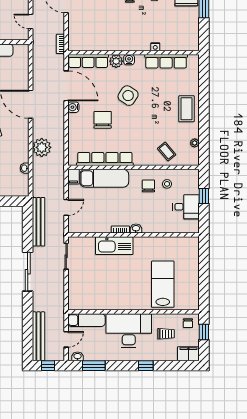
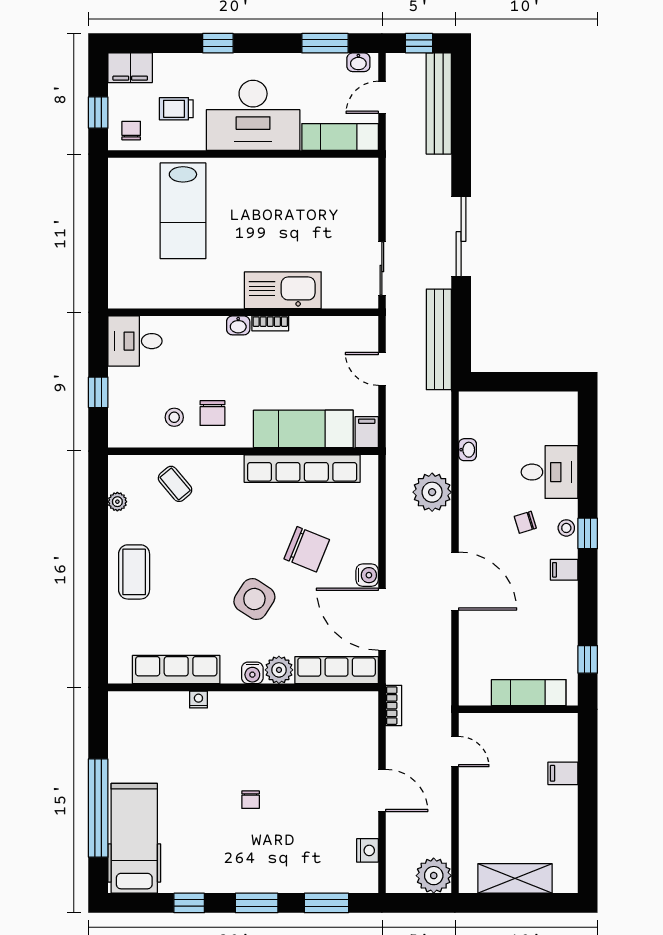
chair: (103, 120) -> (307, 549), turned -68
door: (66, 207) -> (382, 369), hinge flipped
desk: (186, 207) -> (135, 341), moved

